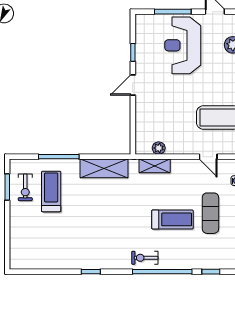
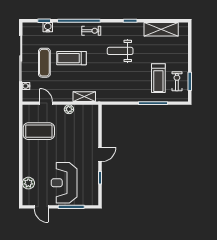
reception desk: (183, 45) -> (64, 183), turned 180
plant: (159, 148) -> (69, 109), moved
shelving: (104, 168) -> (161, 29), moved
weight bench: (105, 230) -> (120, 51), added
water cooler: (206, 263) -> (48, 27), added

